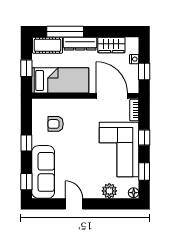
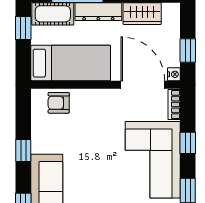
nightstand: (134, 59) -> (174, 74), moved
window: (26, 68) -> (23, 28), moved
armchair: (56, 124) -> (59, 103), moved

